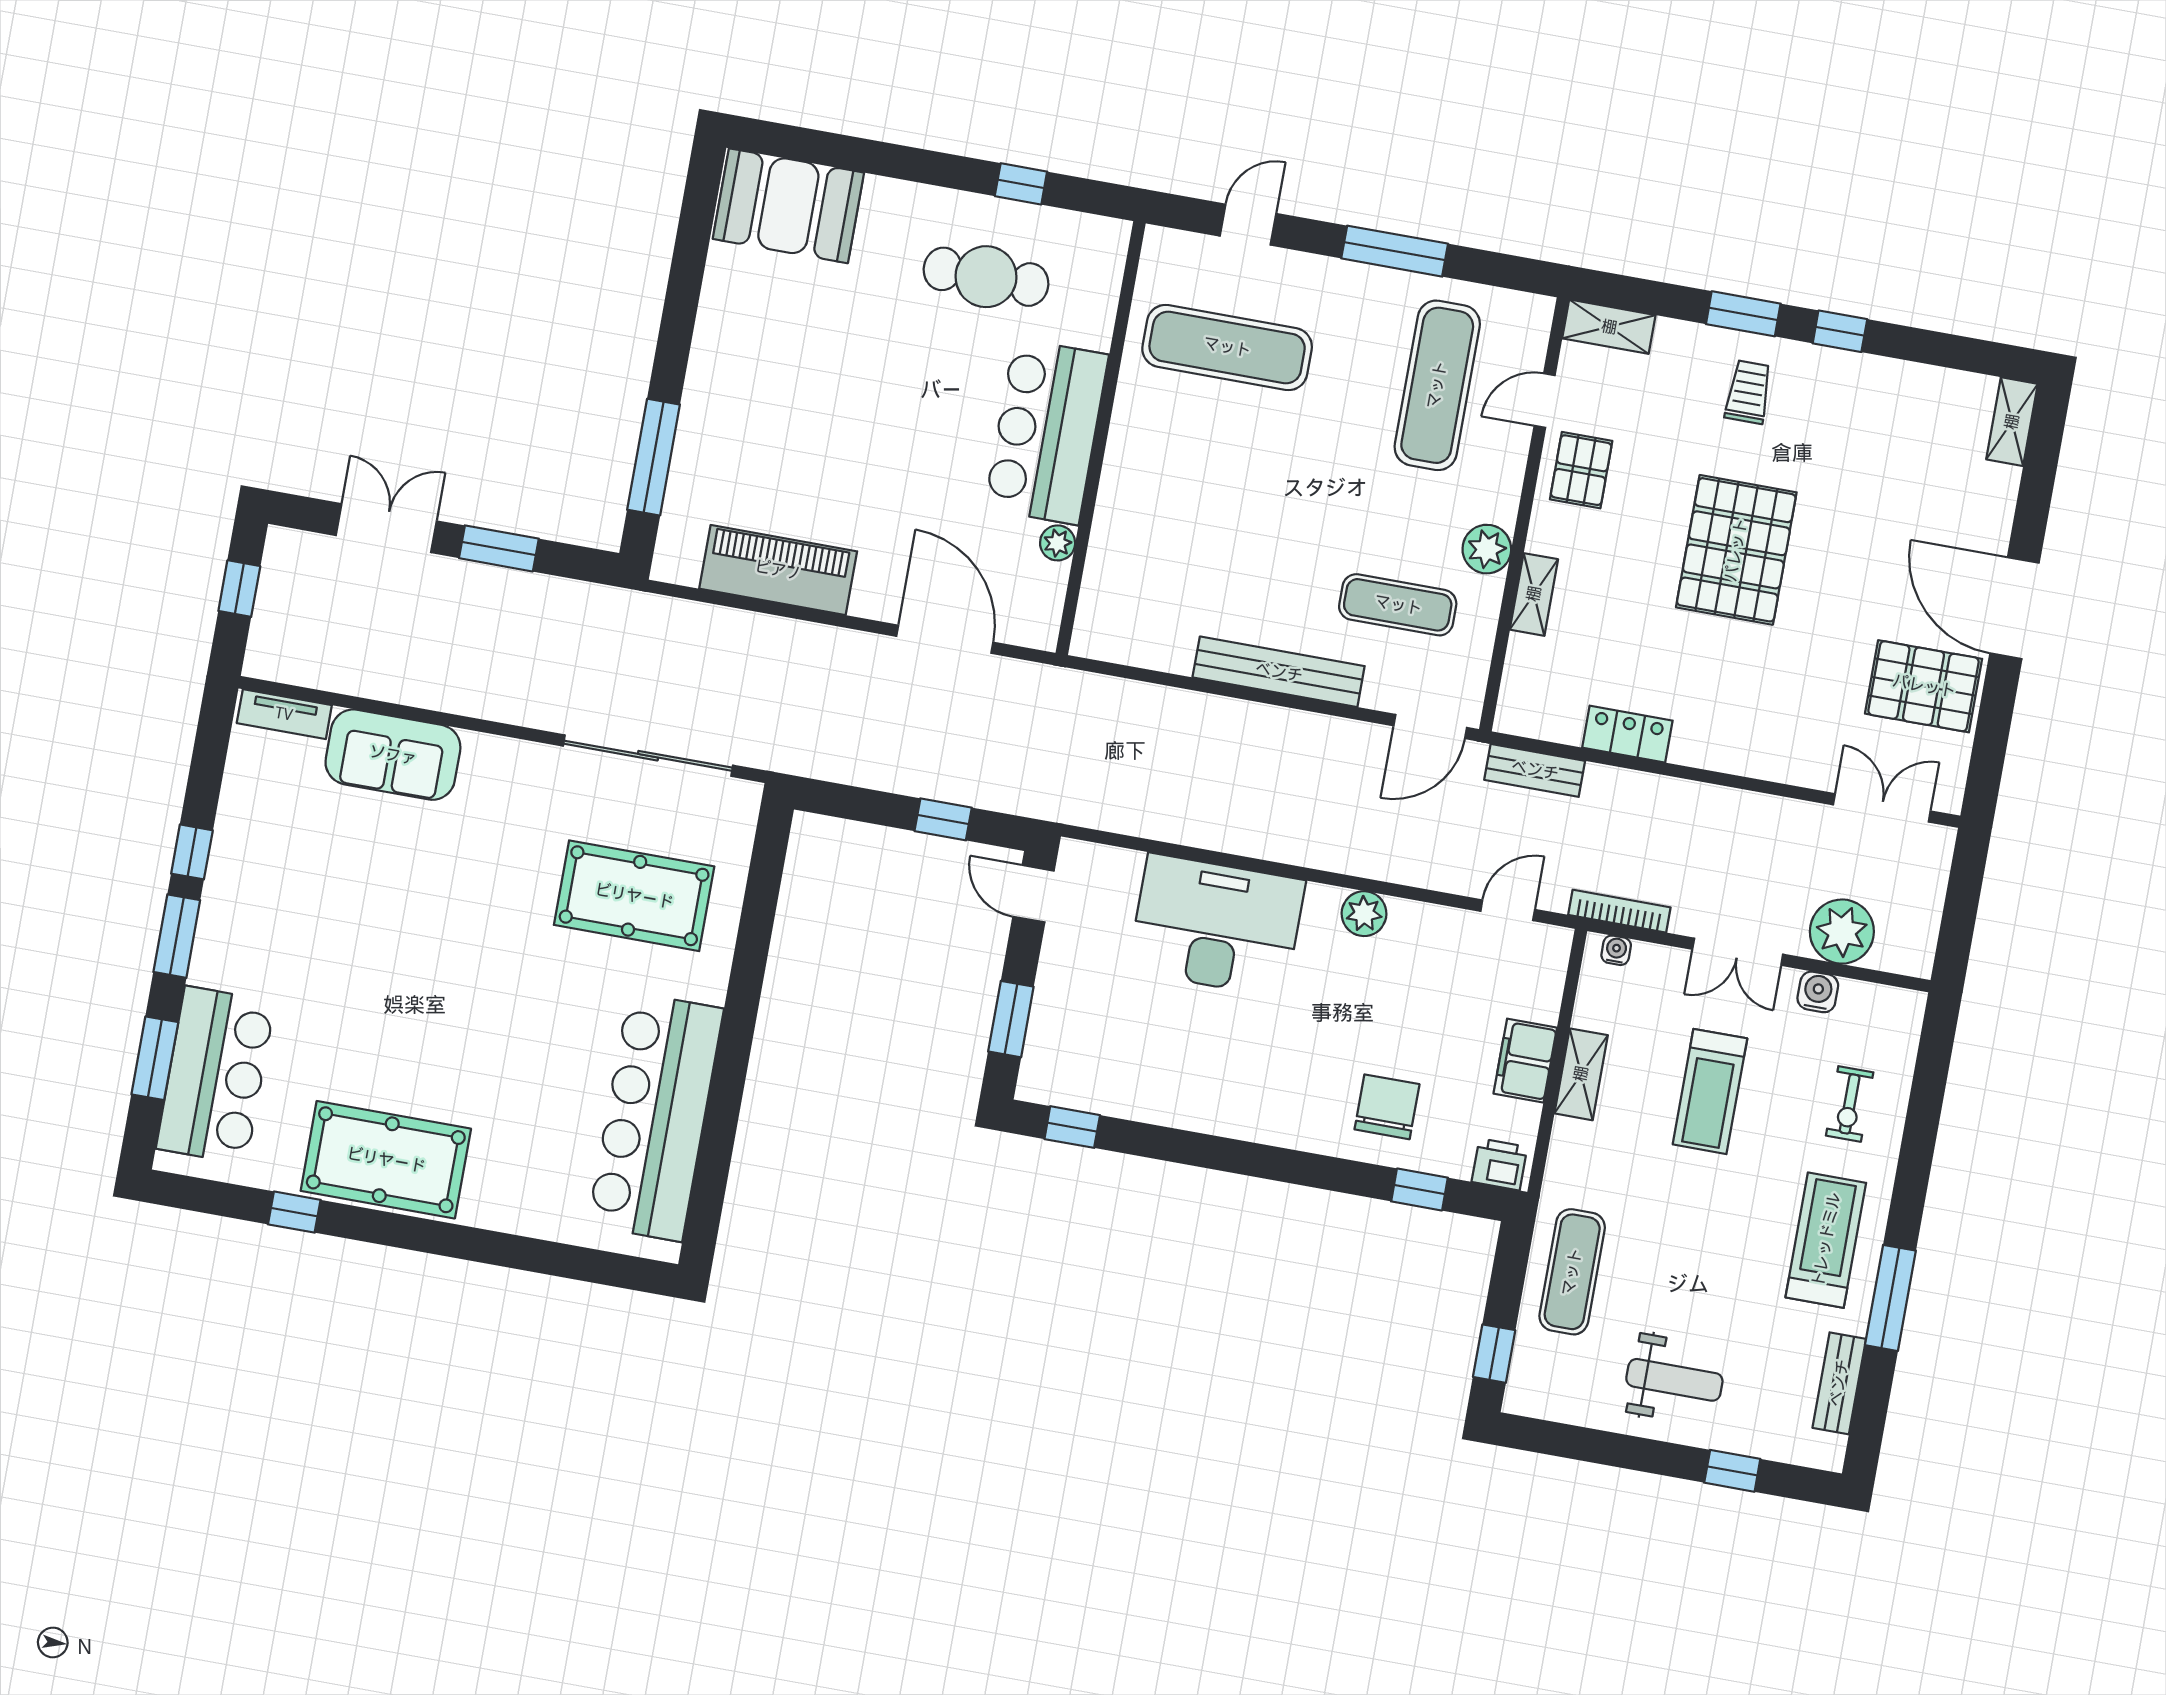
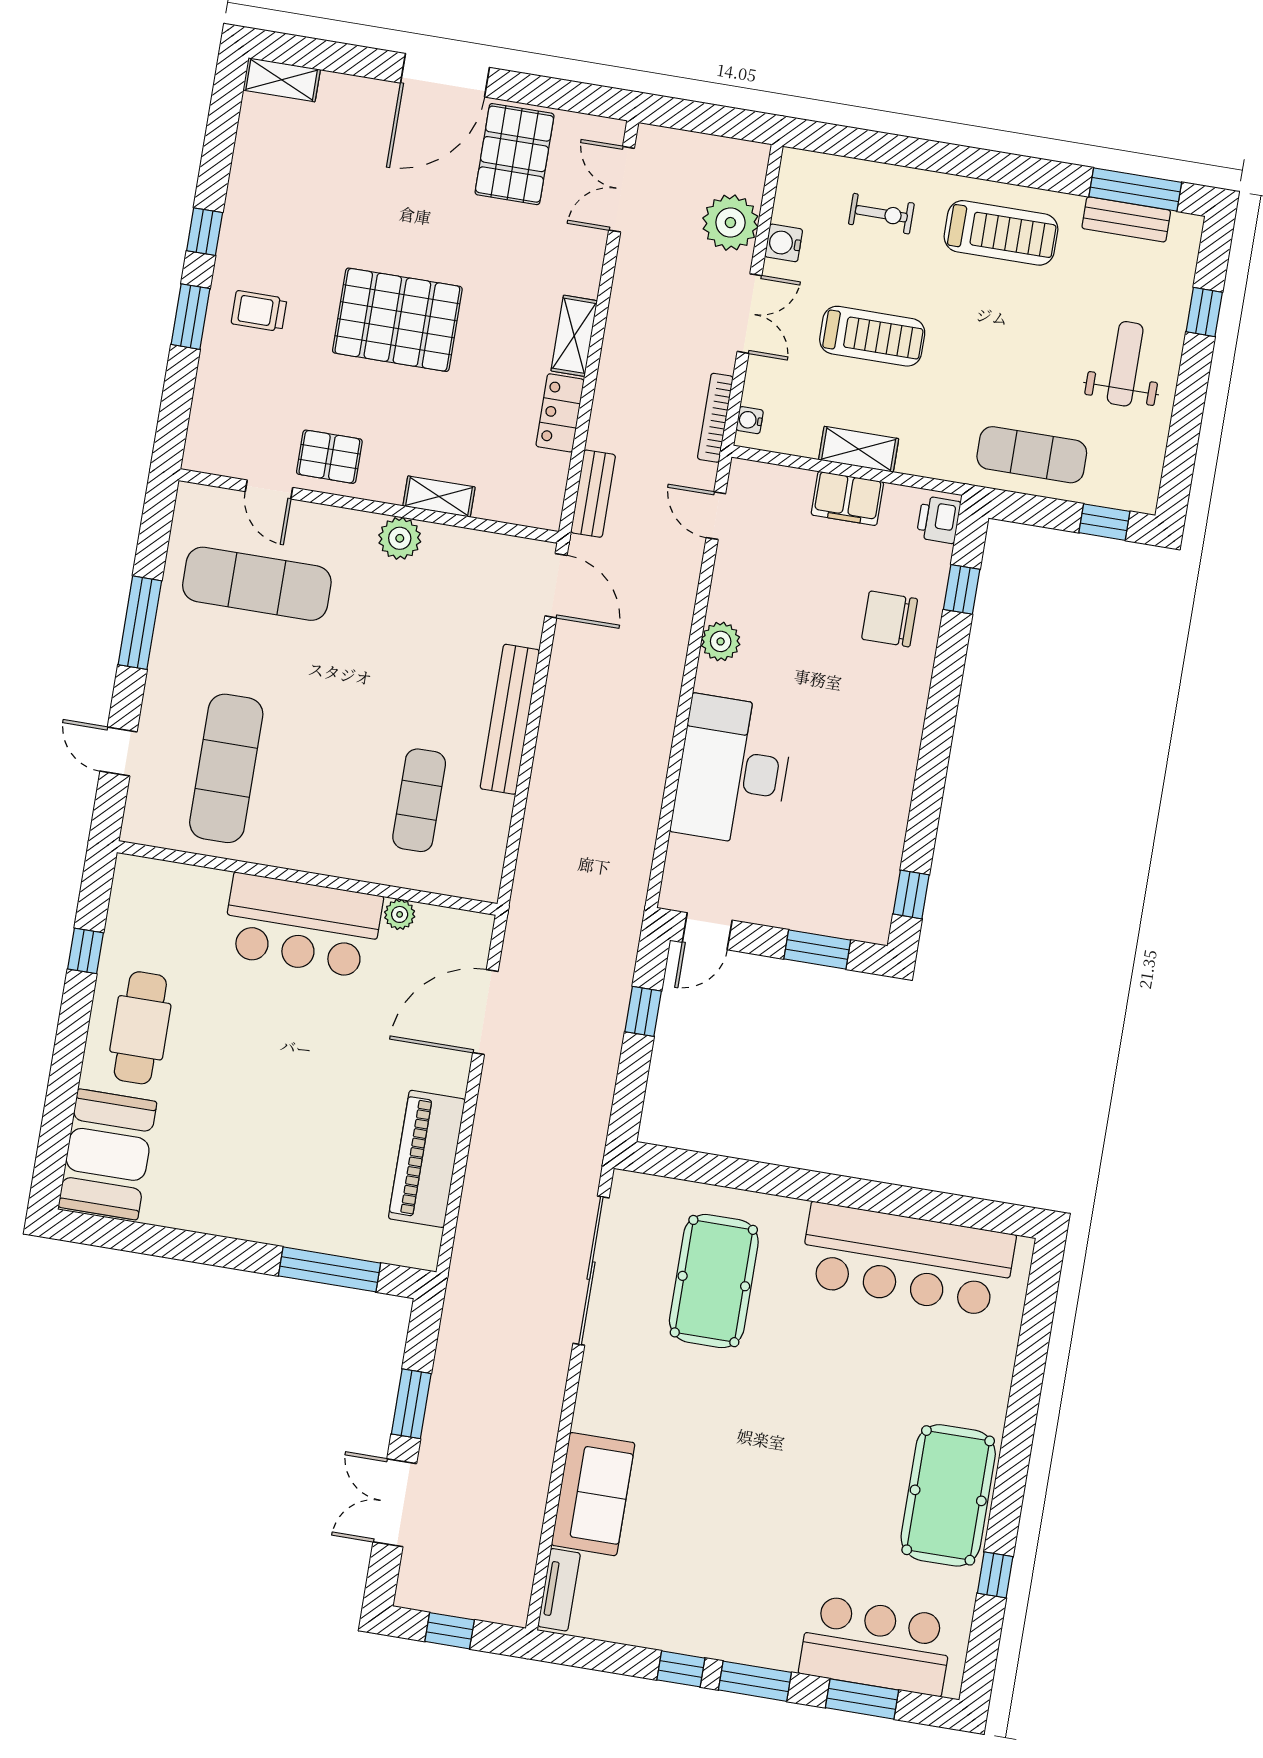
cafe table: (986, 277) -> (140, 1028), moved
shelving: (1609, 327) -> (574, 336), moved
exercise mat: (1398, 605) -> (419, 800), moved
treadmill: (1826, 1240) -> (1001, 233), turned 180
window: (1890, 1298) -> (1135, 190), moved

